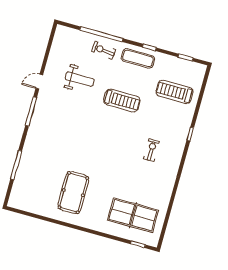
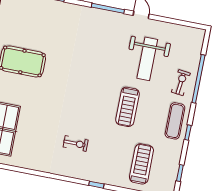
weight bench: (80, 79) -> (147, 59), width x1.36, depth x1.33

